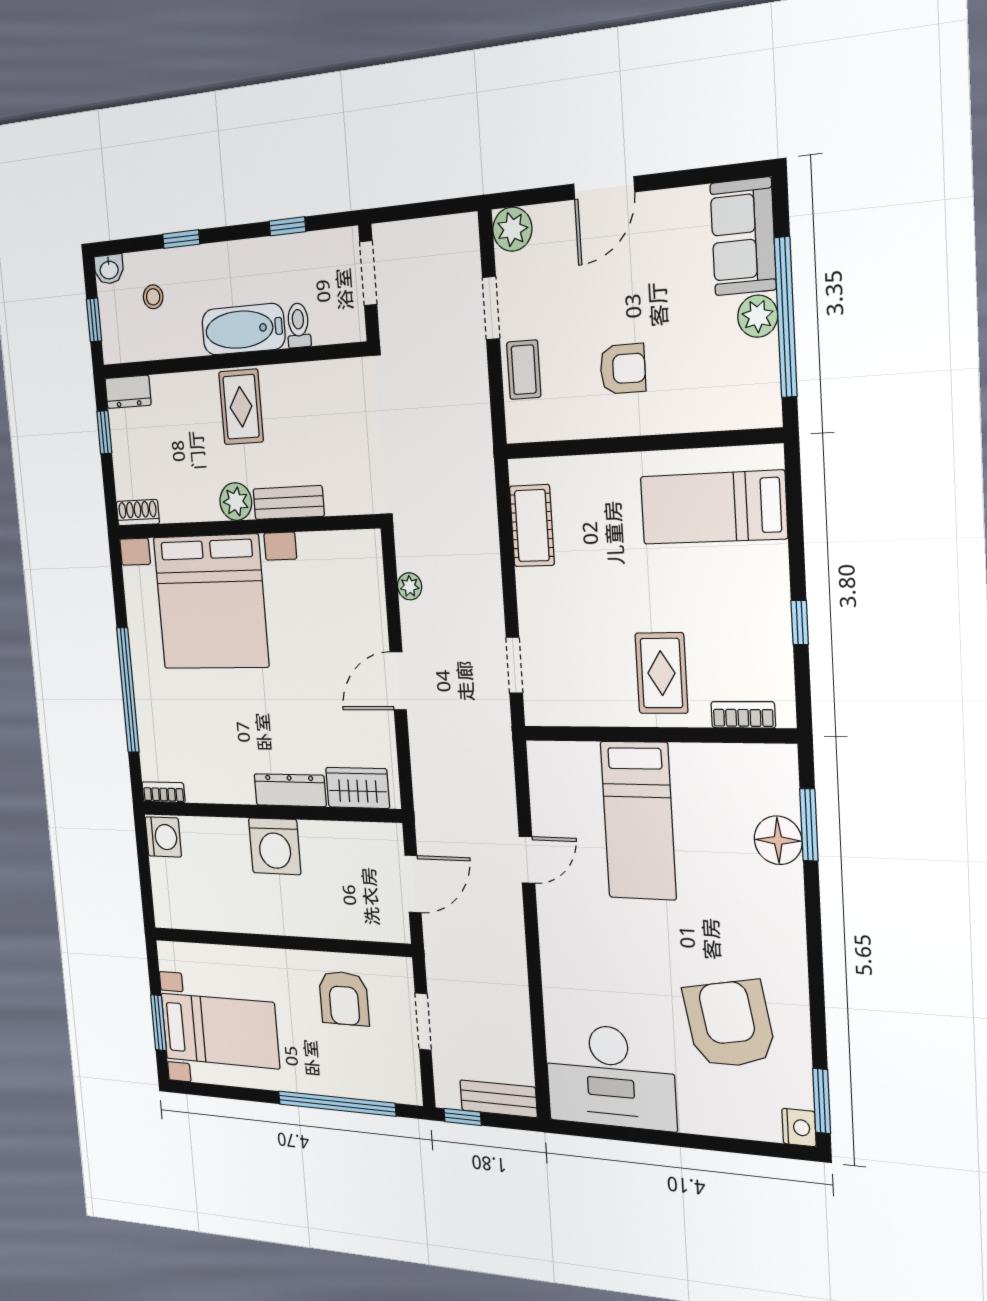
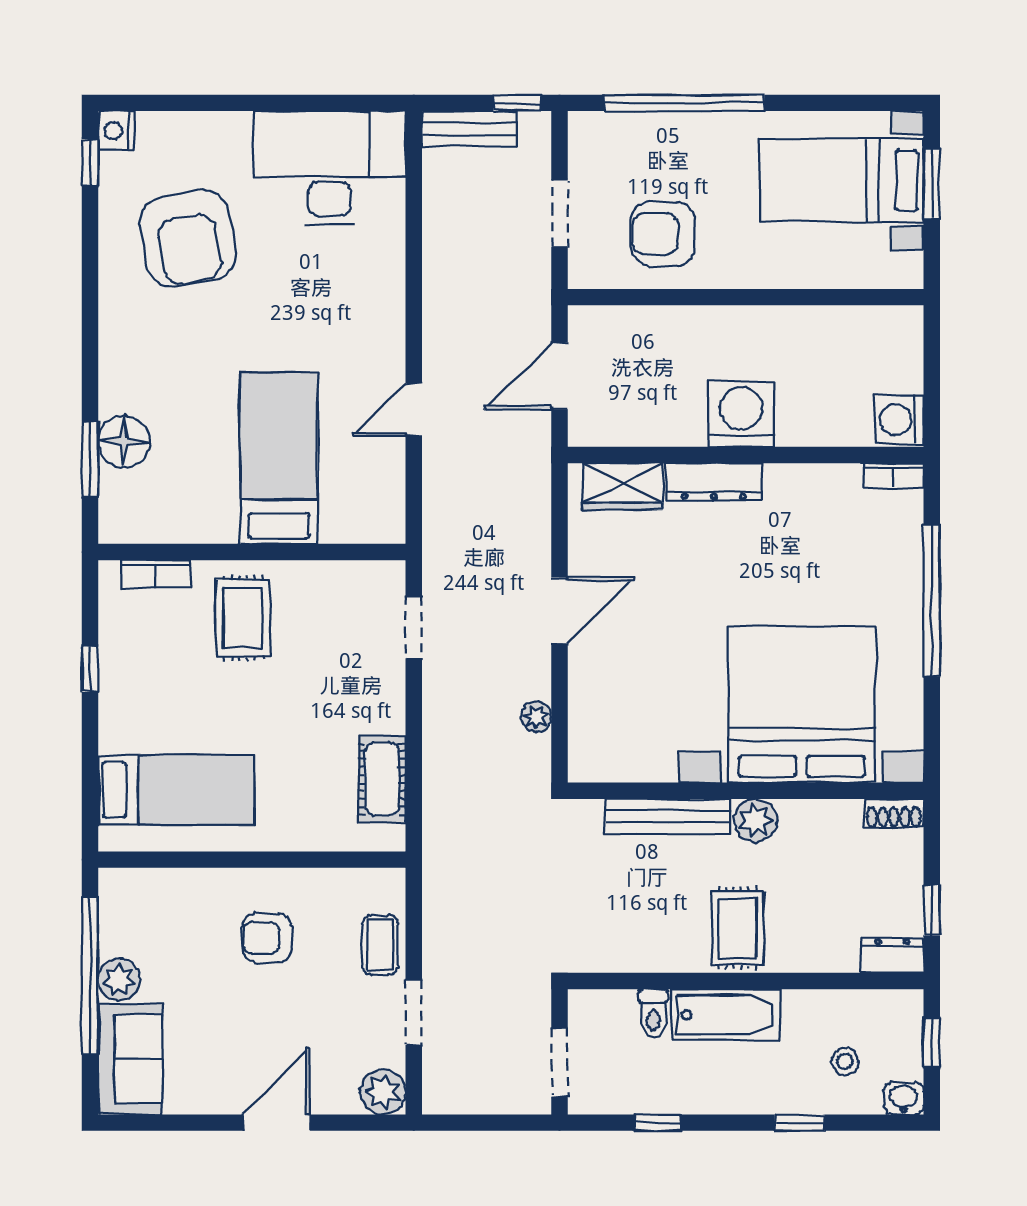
bench: (288, 503) -> (668, 816), width x1.36
armchair: (344, 998) -> (663, 234), turned -90
window: (822, 1101) -> (90, 162), width x0.67

